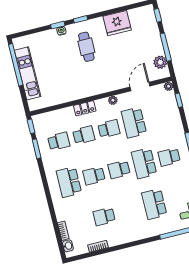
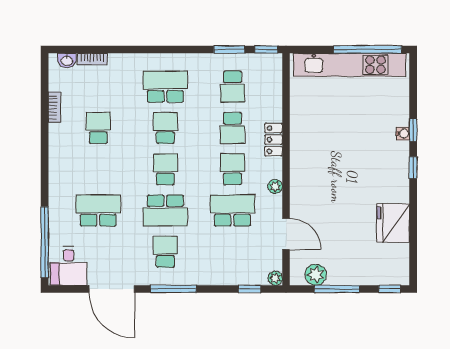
cafe table: (86, 47) -> (368, 166), removed
kitchen unit: (28, 73) -> (350, 65), width x1.36
school desk: (109, 129) -> (232, 169), turned 180
school desk: (144, 163) -> (165, 210), turned 180

